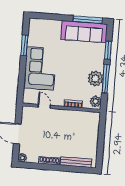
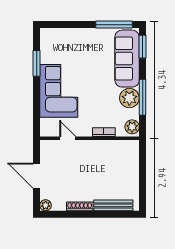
sofa: (84, 32) -> (127, 59), moved, turned 90
window: (108, 50) -> (143, 47), moved

